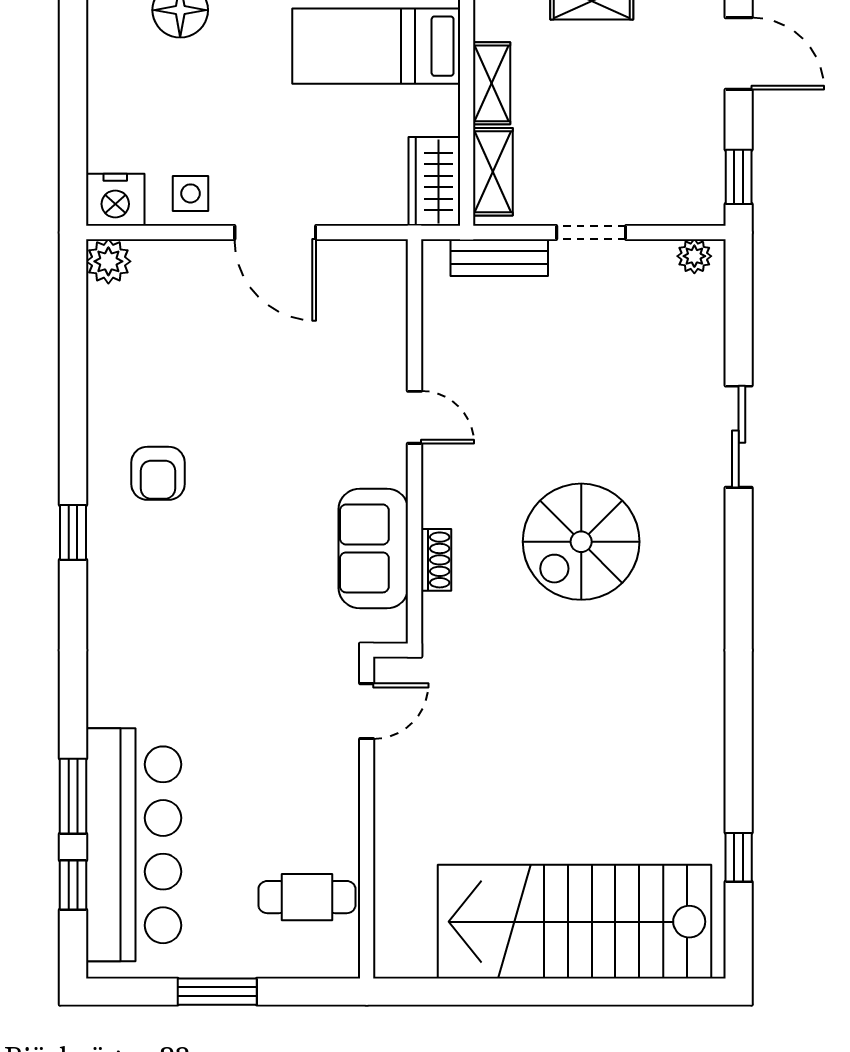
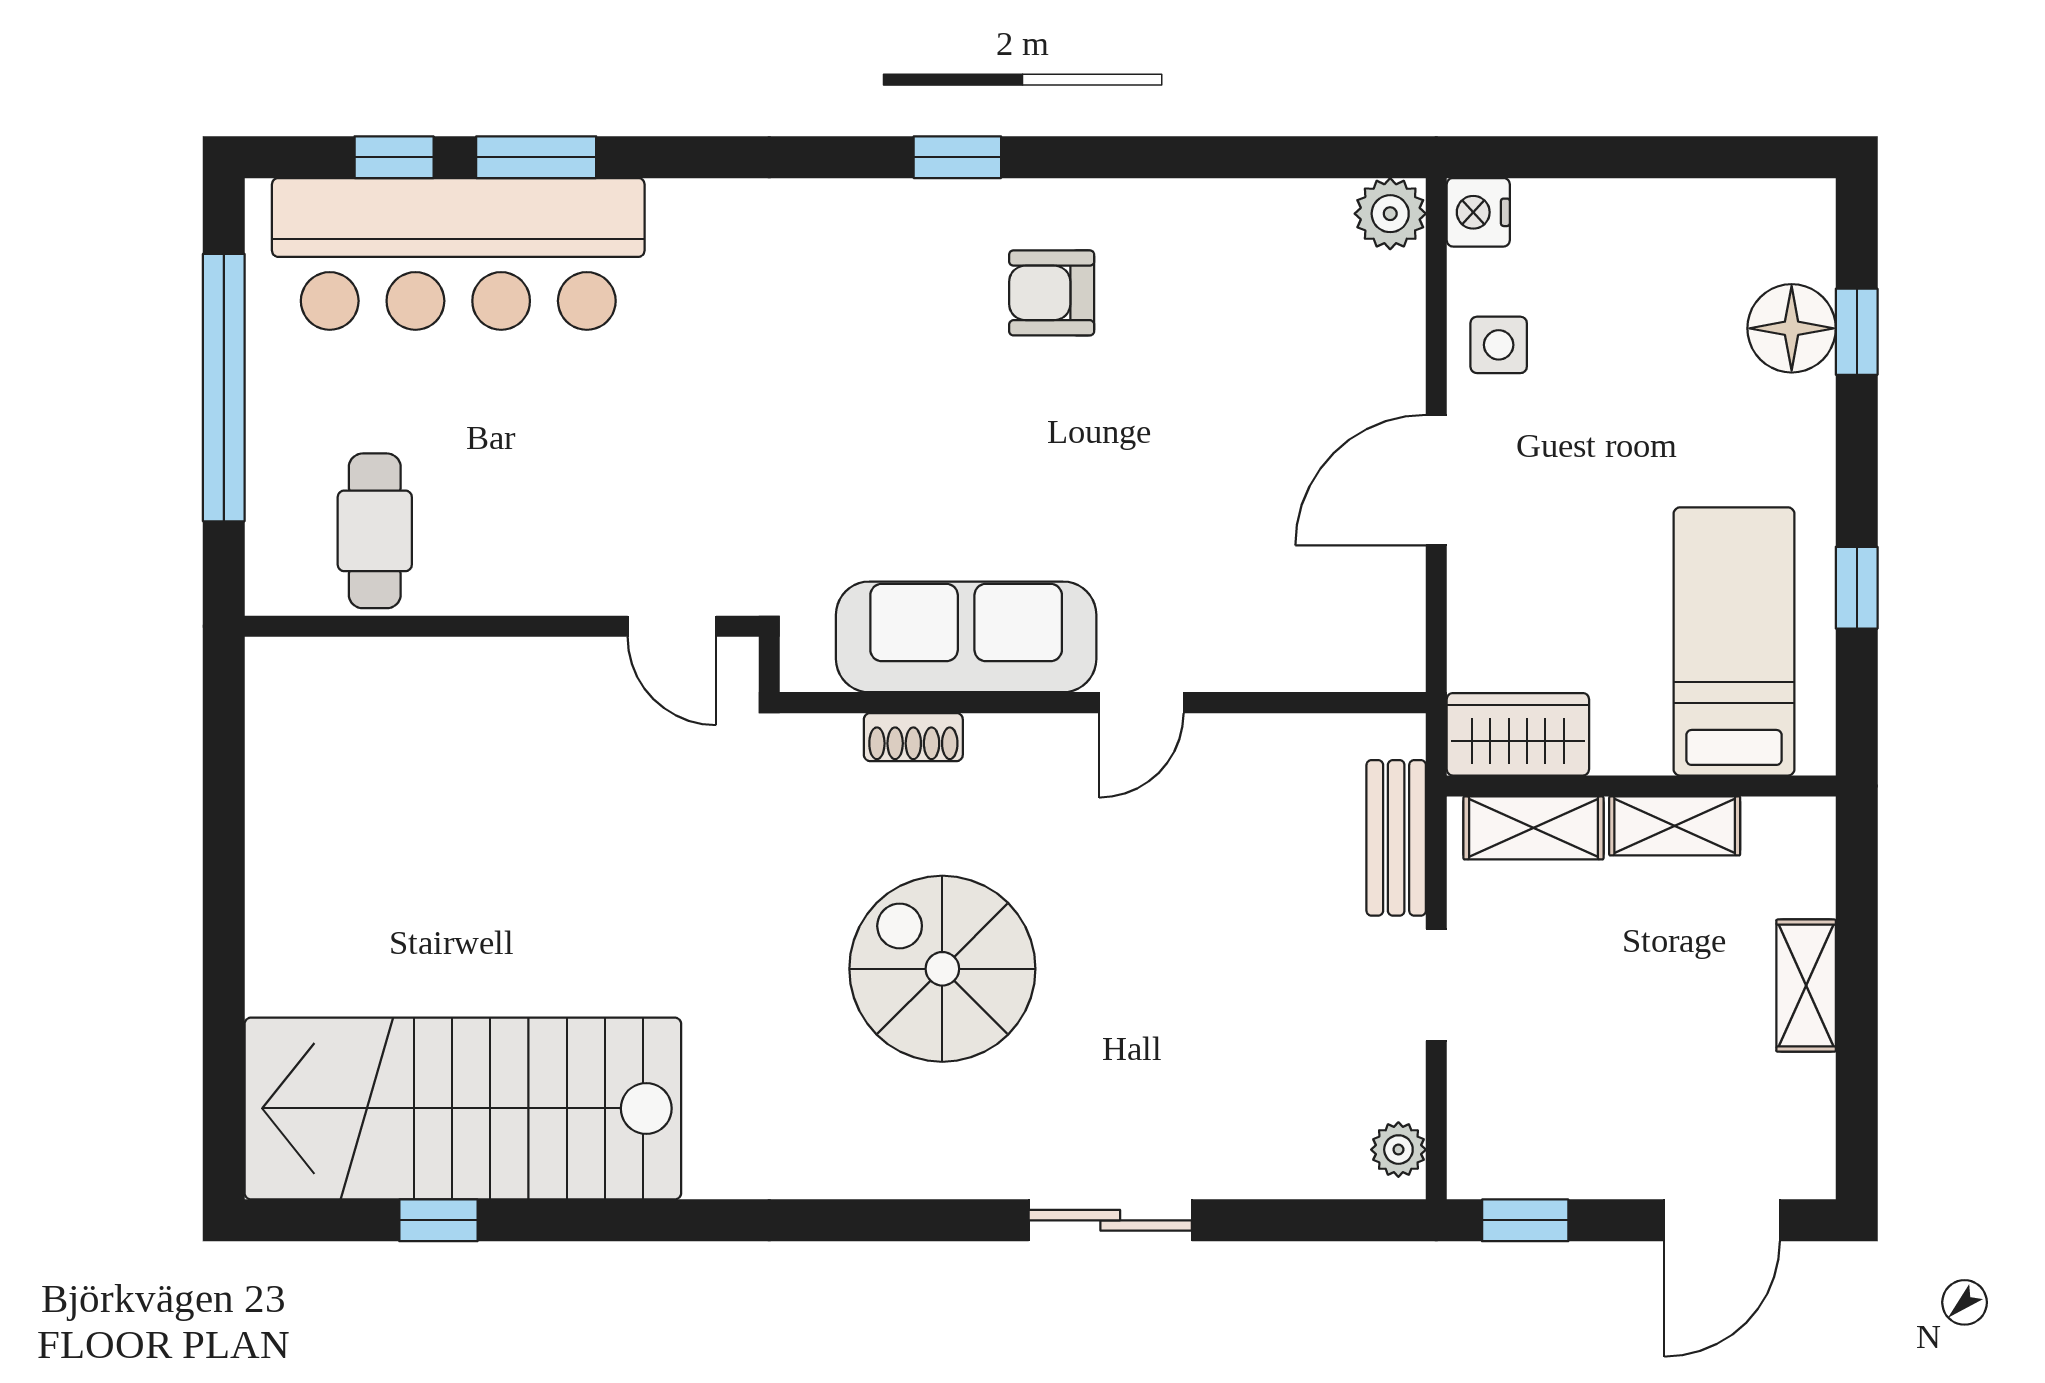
nightstand: (115, 200) -> (1478, 212), width x0.74, depth x0.75
sofa: (373, 548) -> (966, 637), width x1.36
stairs: (574, 922) -> (463, 1108), moved, turned -90
window: (217, 992) -> (224, 388), width x2.11

